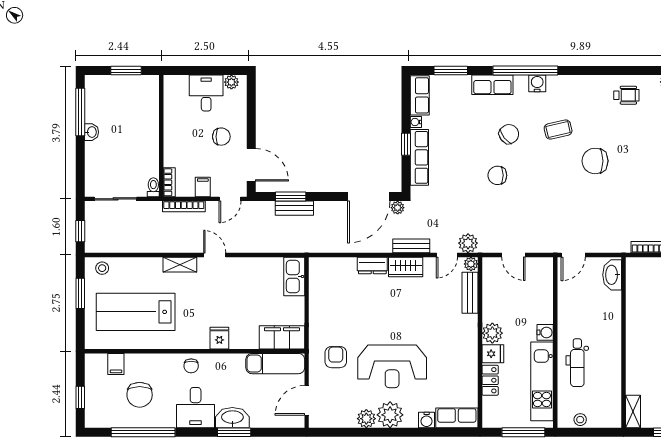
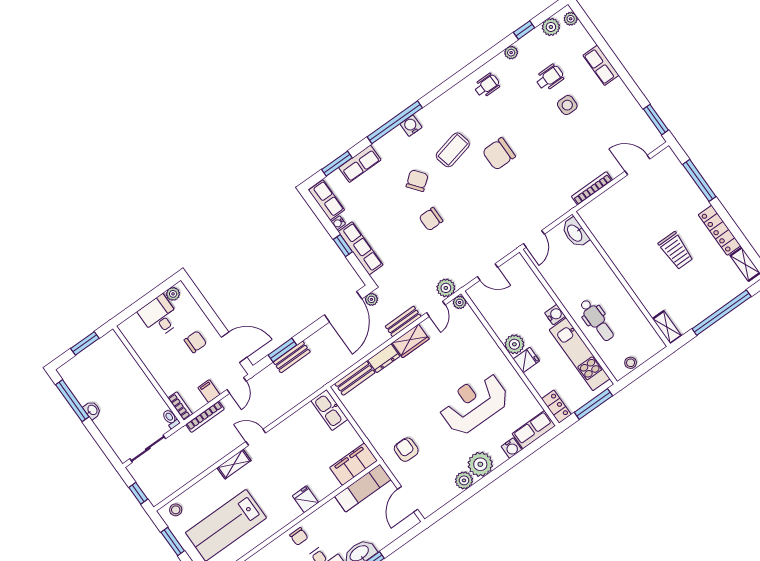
row of seats: (492, 85) -> (360, 164), moved
coffee table: (558, 130) -> (453, 150), width x1.36, depth x1.30
bench: (470, 293) -> (355, 378), moved, turned 90
reception desk: (392, 366) -> (474, 403), moved, turned 180
locker: (490, 380) -> (556, 407), moved

